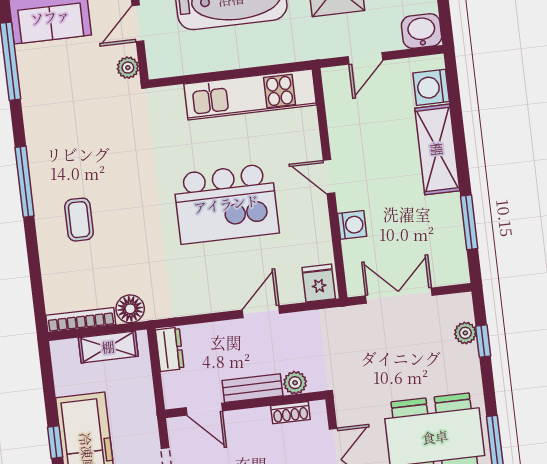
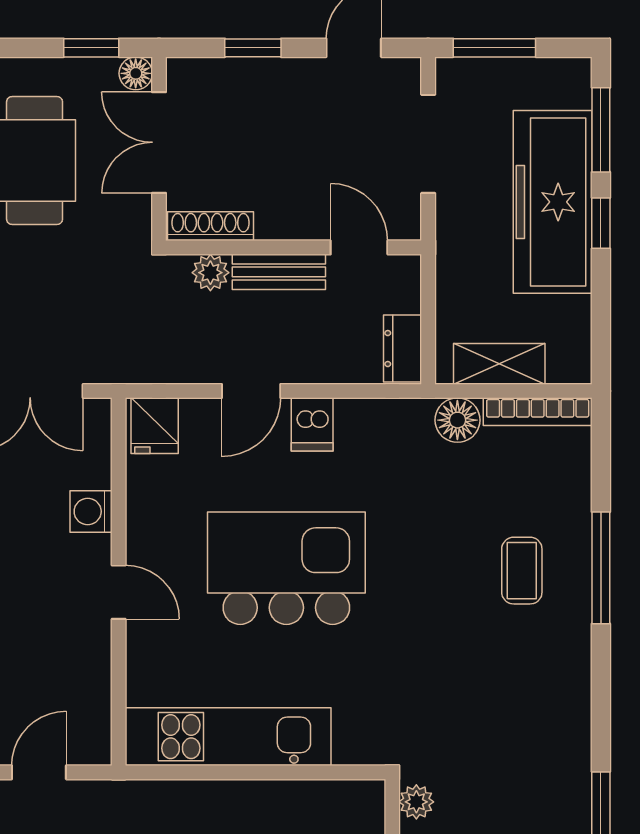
window: (25, 182) -> (601, 568), moved
dishwasher: (221, 295) -> (312, 424), added
shoe rack: (290, 413) -> (211, 226), width x1.43

